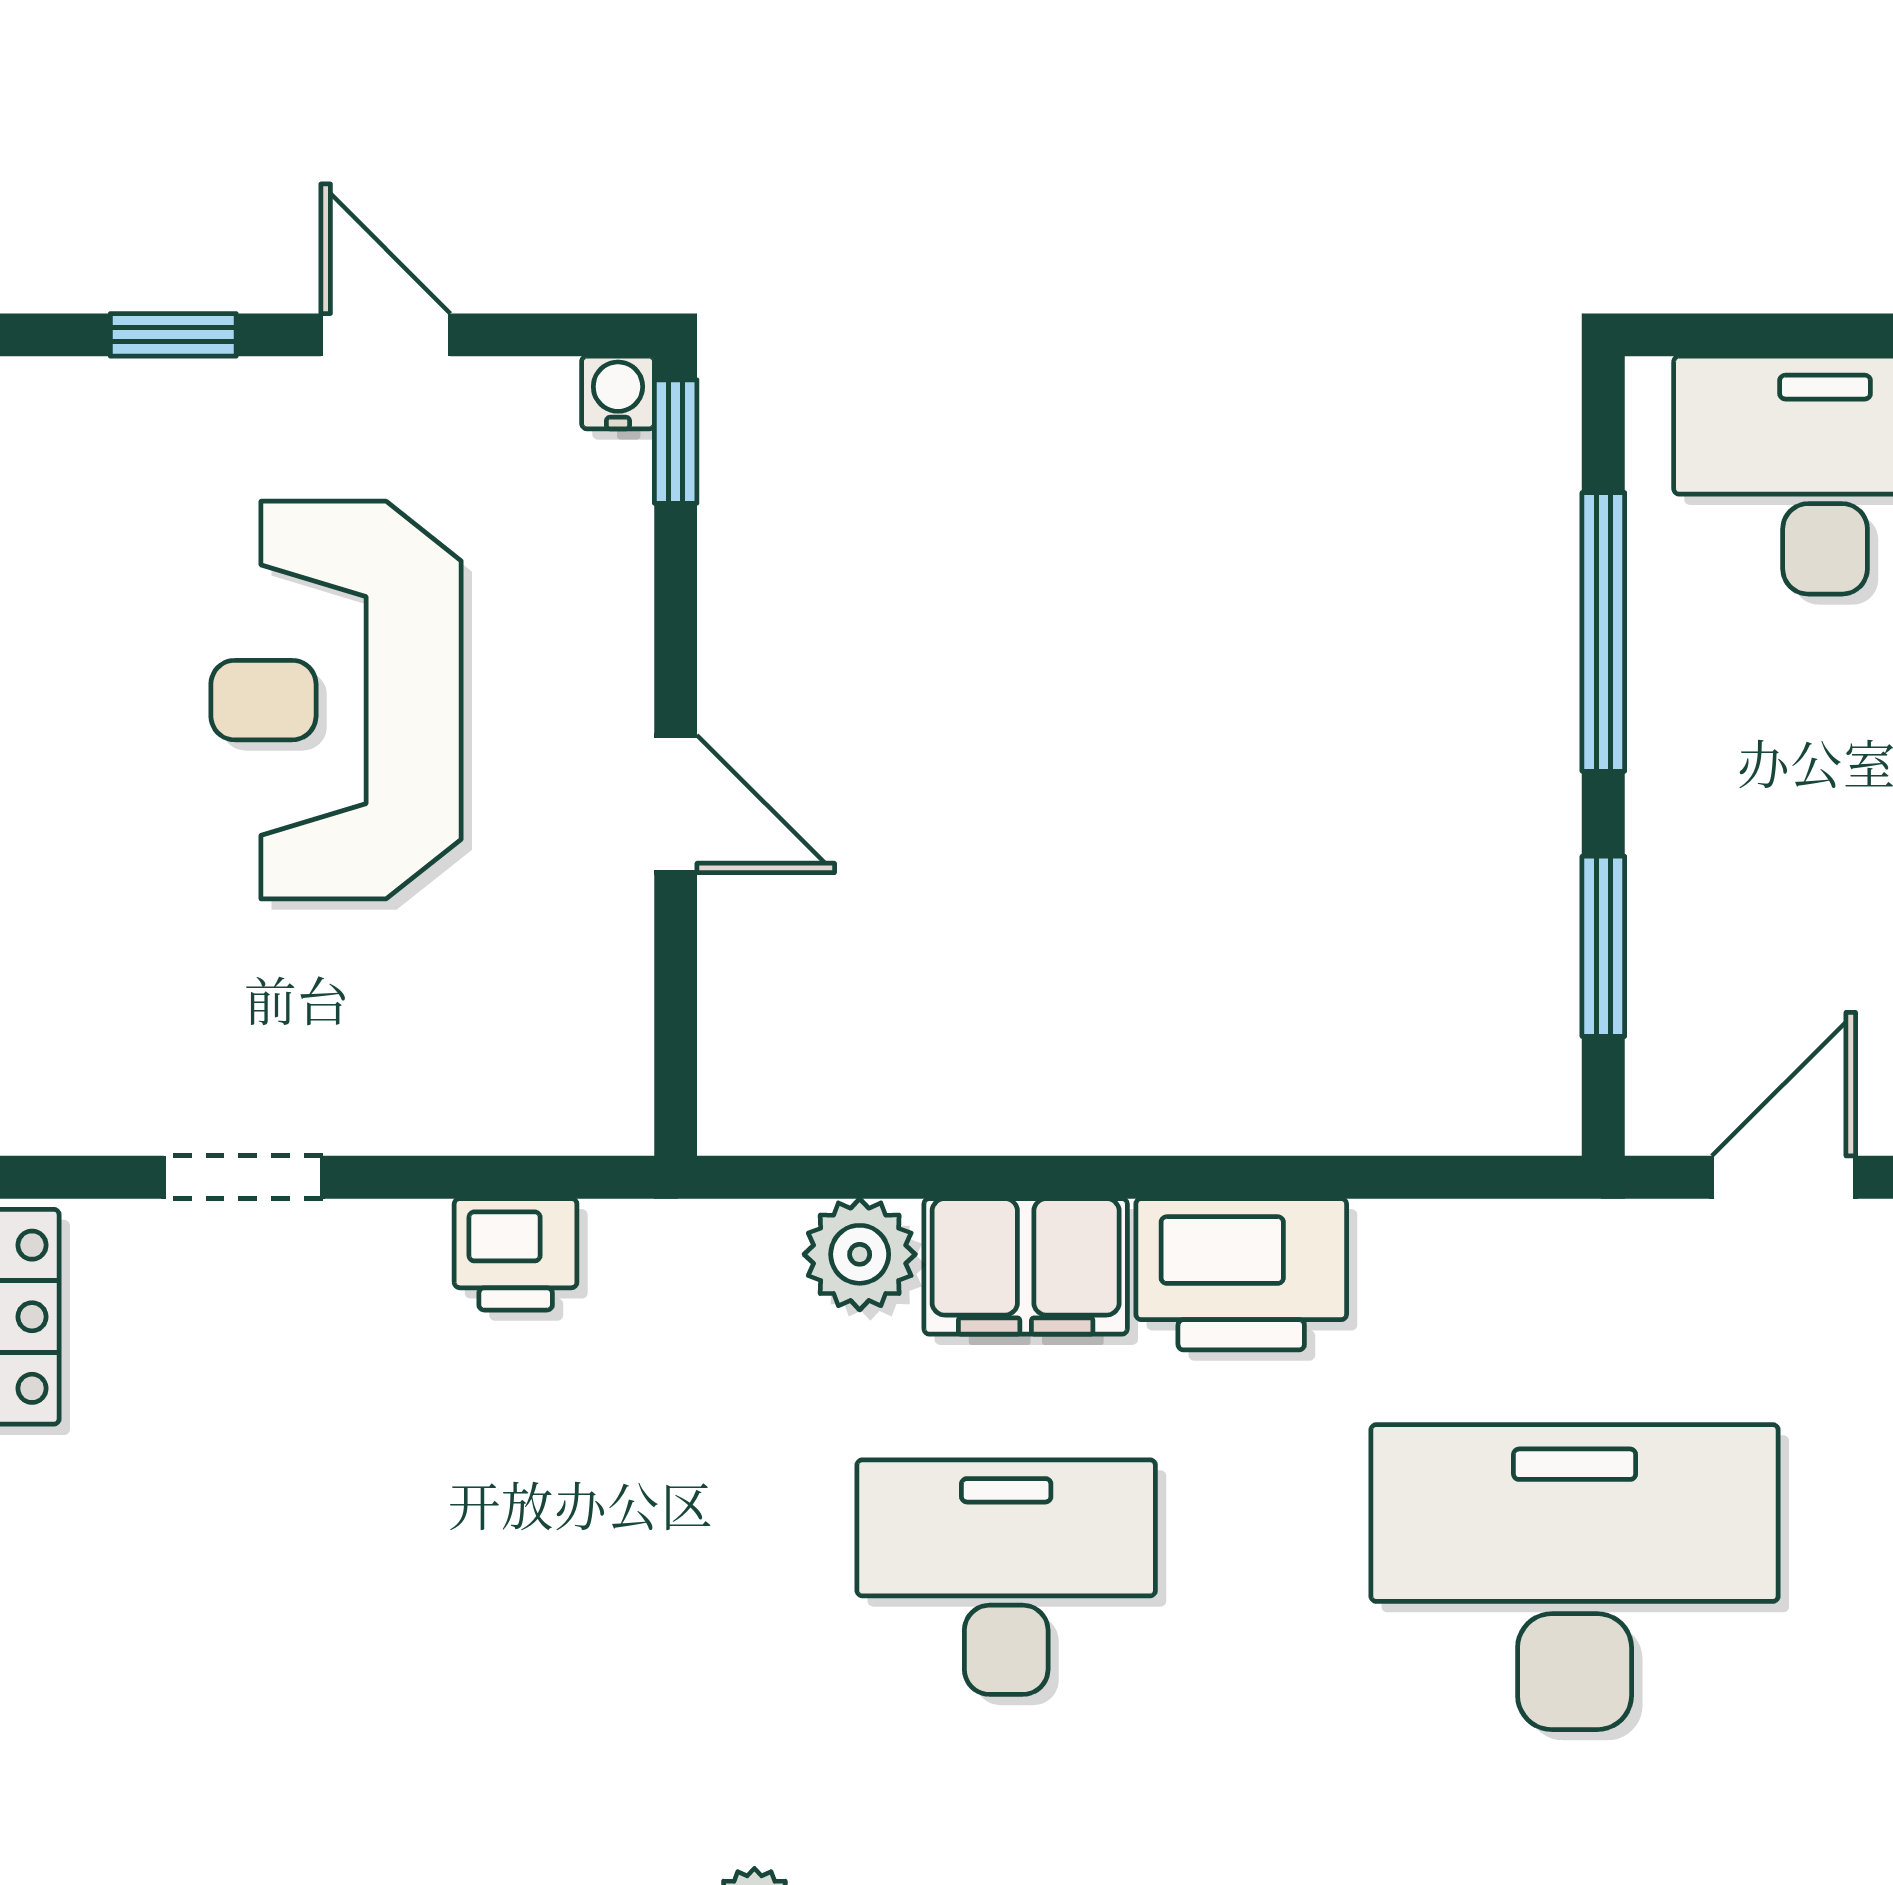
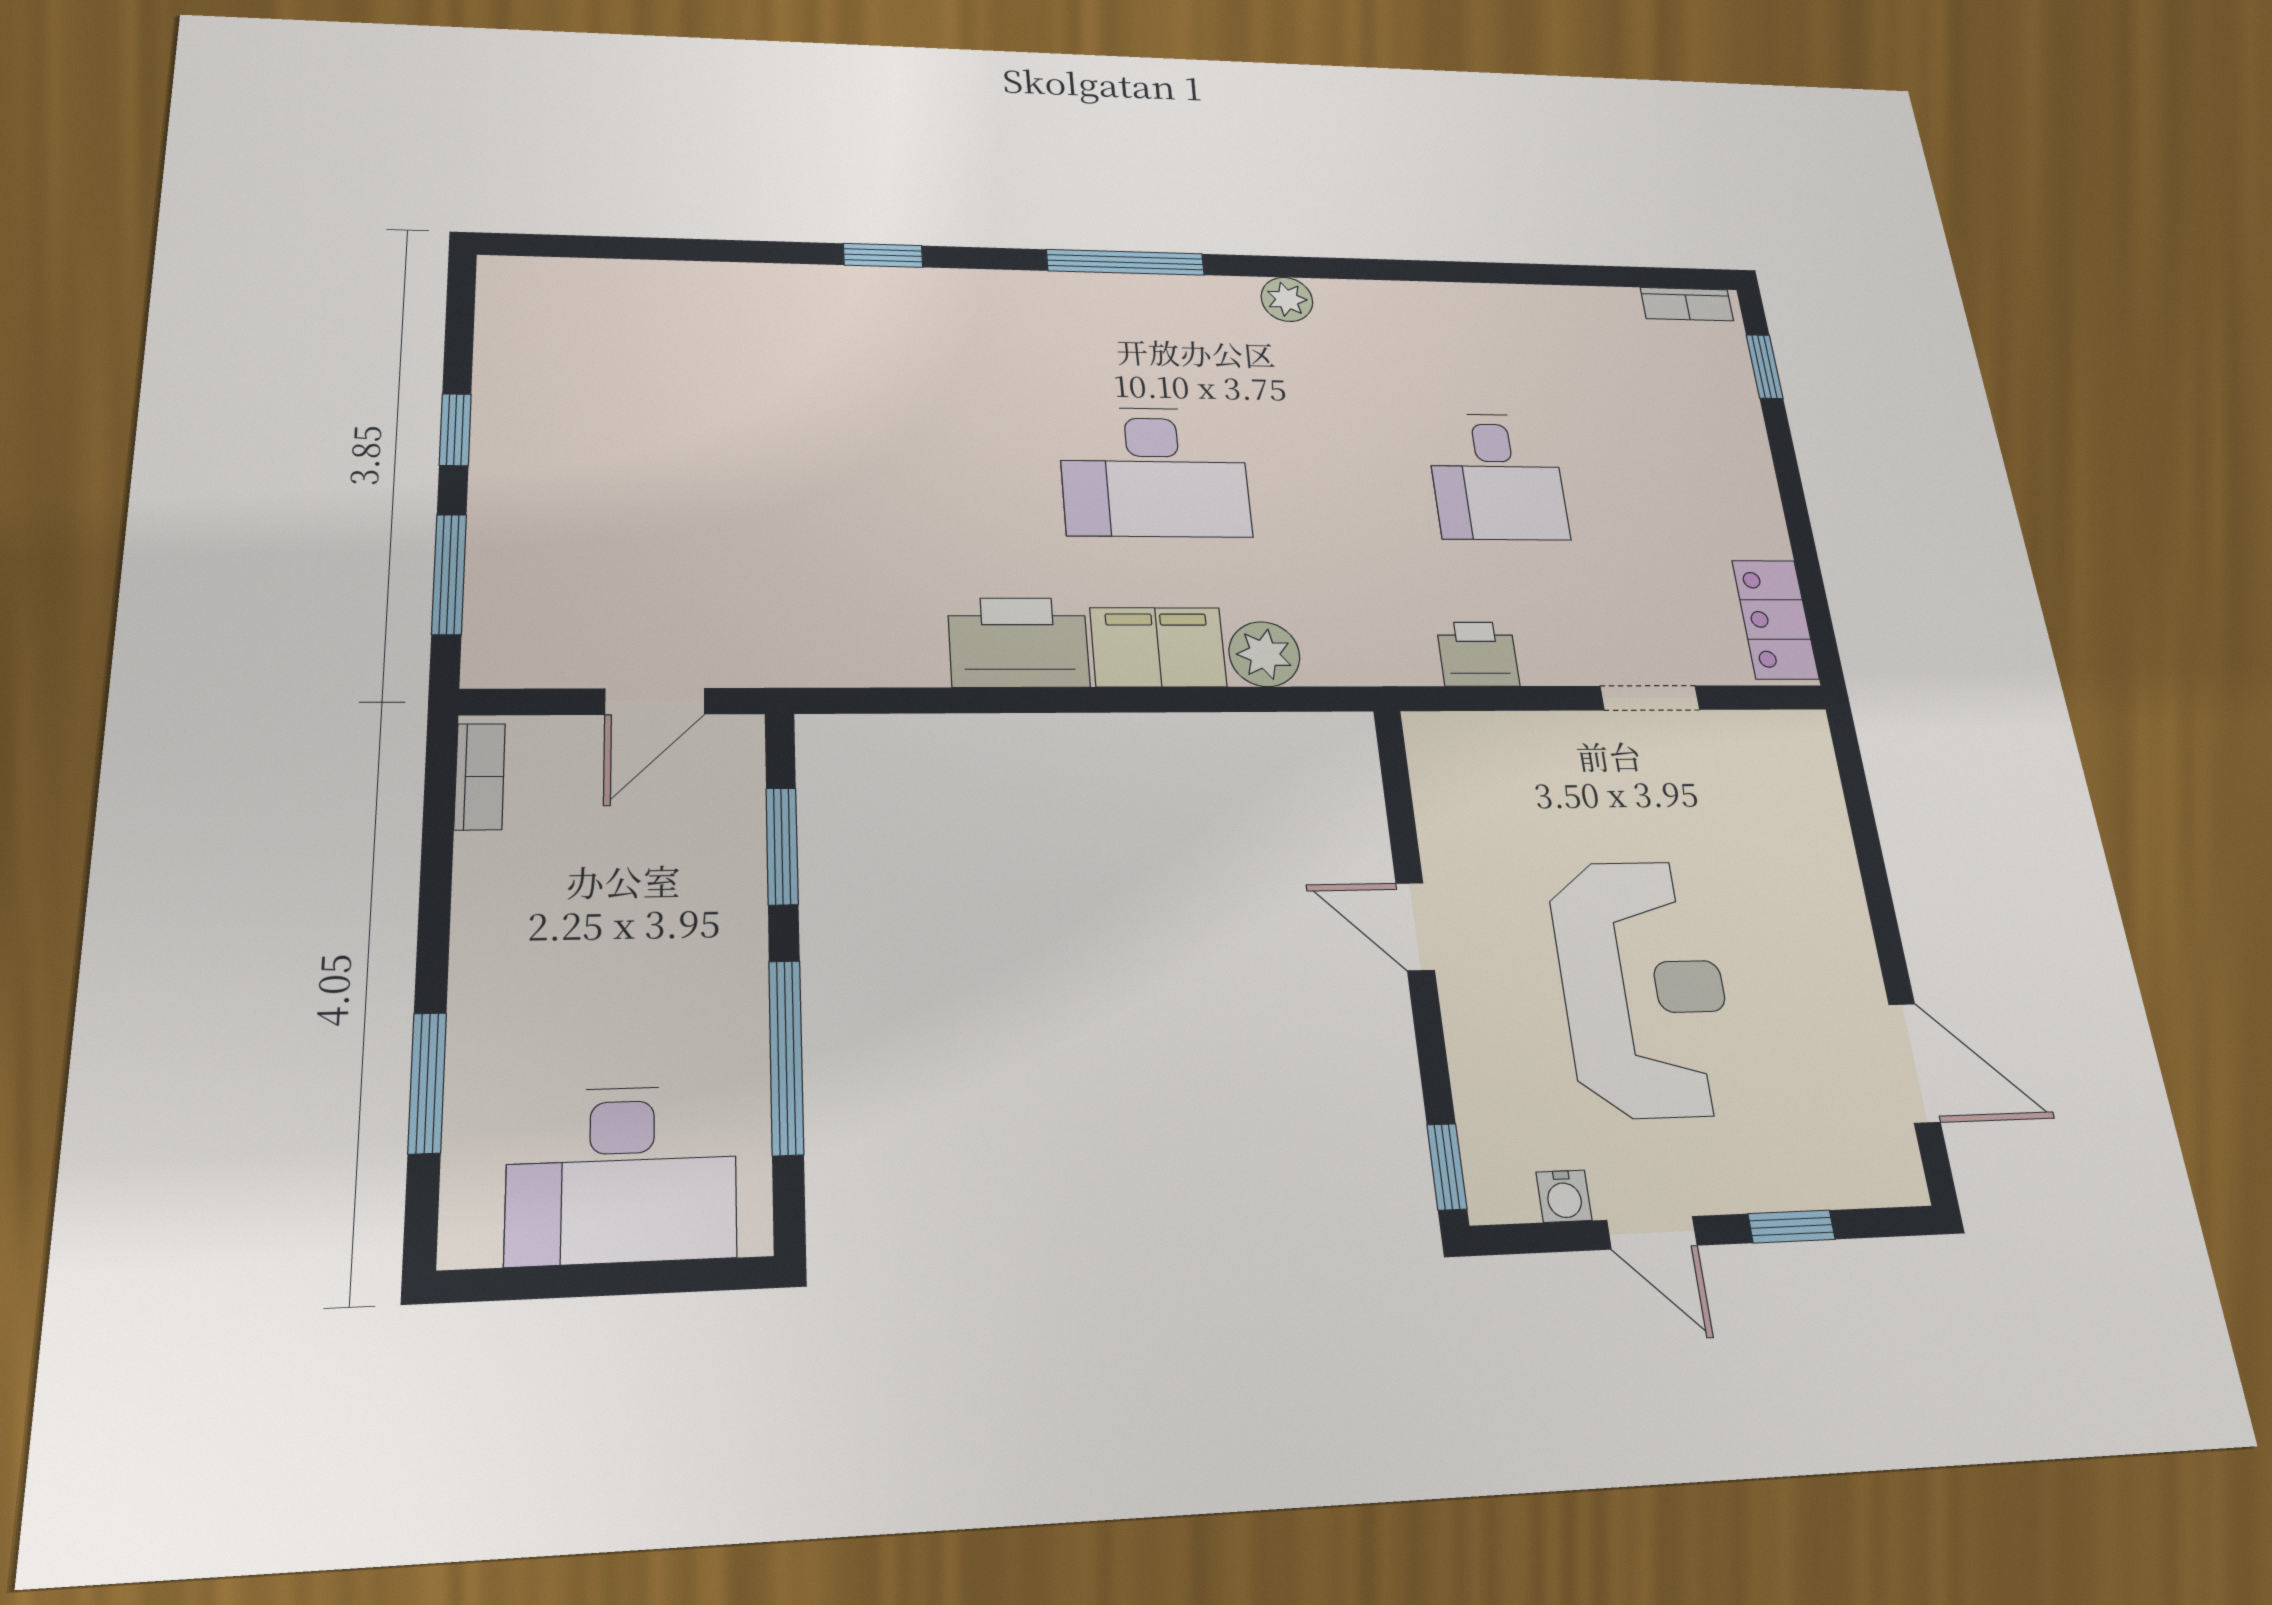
water cooler: (618, 393) -> (1564, 1196), moved
desk: (1575, 1577) -> (1497, 476), moved, width x0.53, depth x0.77

